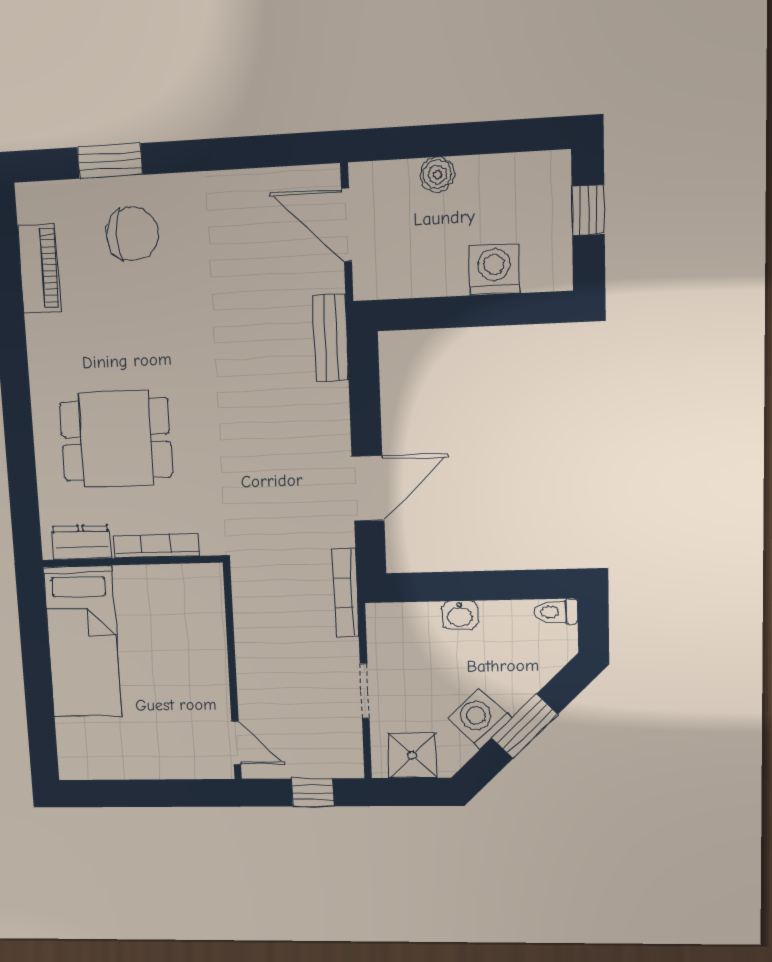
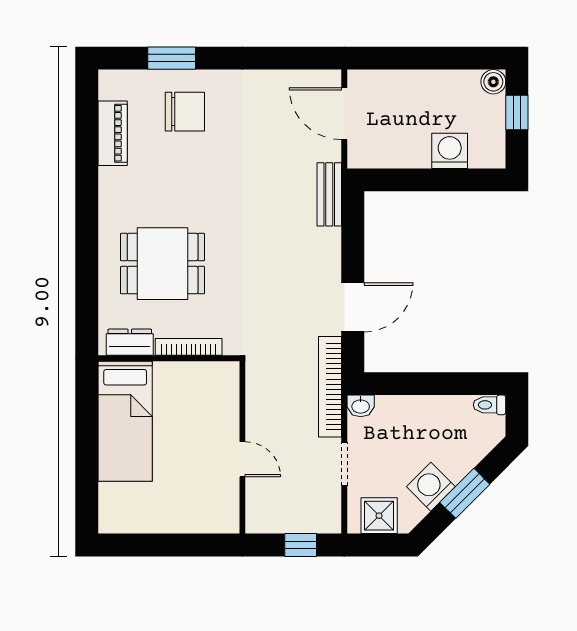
boiler: (437, 175) -> (493, 82), moved
bookcase: (346, 593) -> (330, 387), width x1.48, depth x1.31
washbasin: (460, 615) -> (361, 406), moved
door: (236, 743) -> (242, 459), moved

